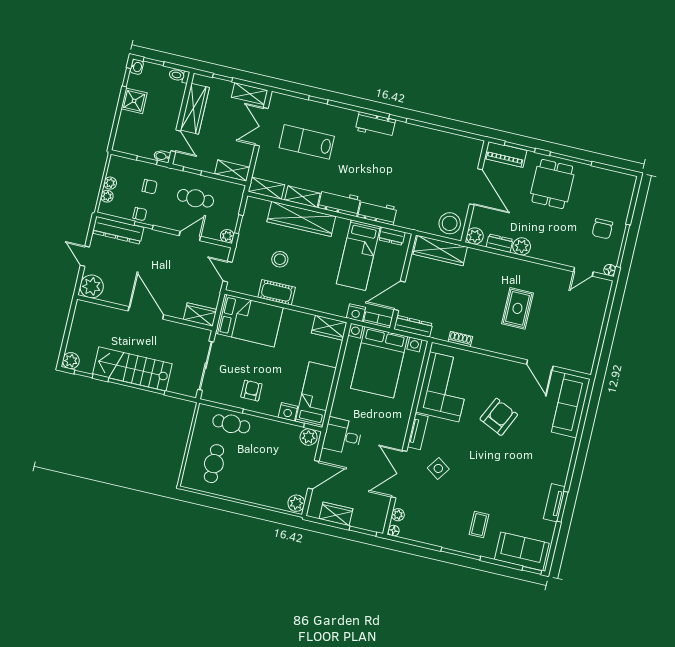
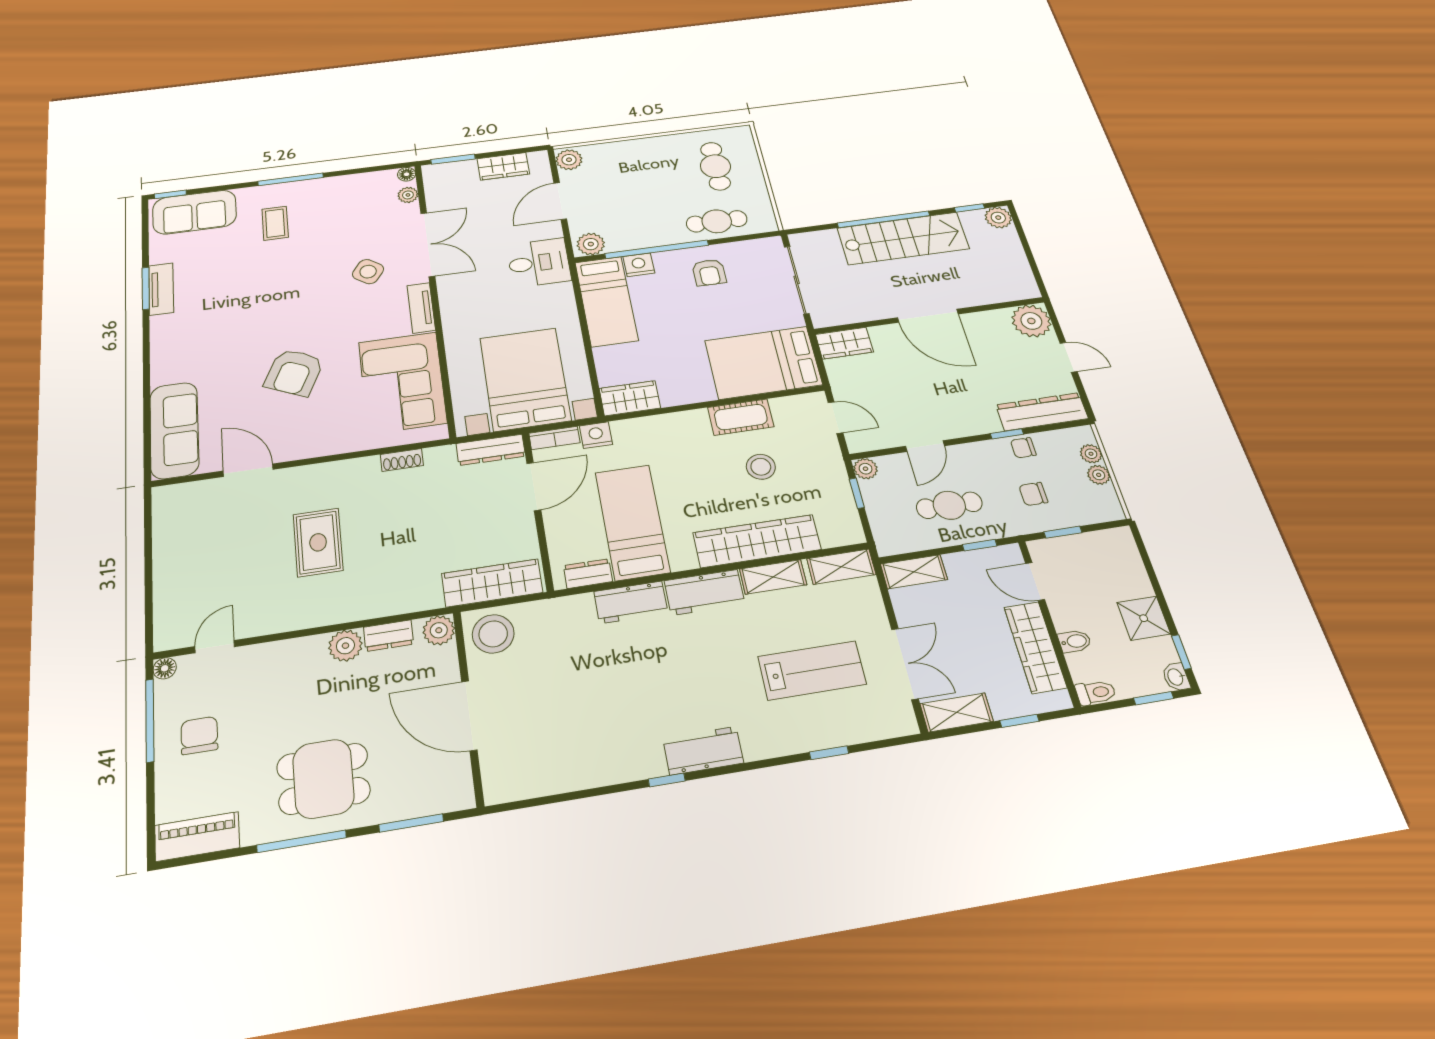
piano: (506, 155) -> (197, 836), moved
bidet: (162, 156) -> (1075, 641), moved
dining table: (552, 184) -> (323, 779), turned 90

